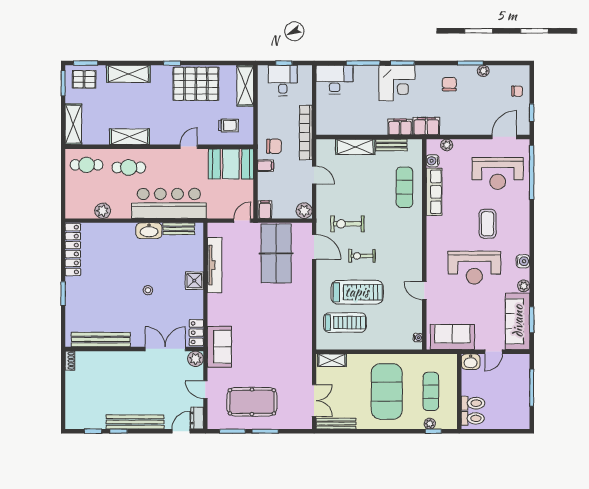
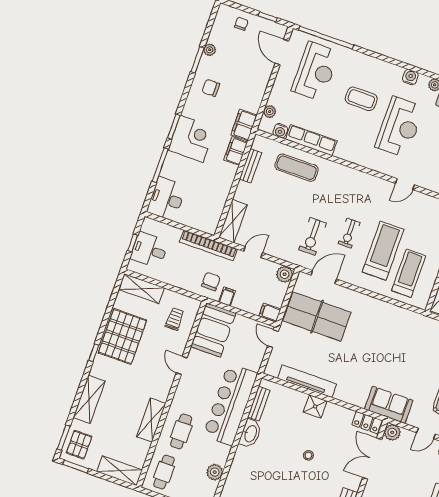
shelving: (355, 147) -> (233, 221), moved

